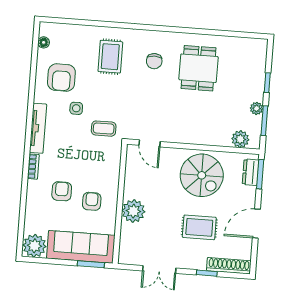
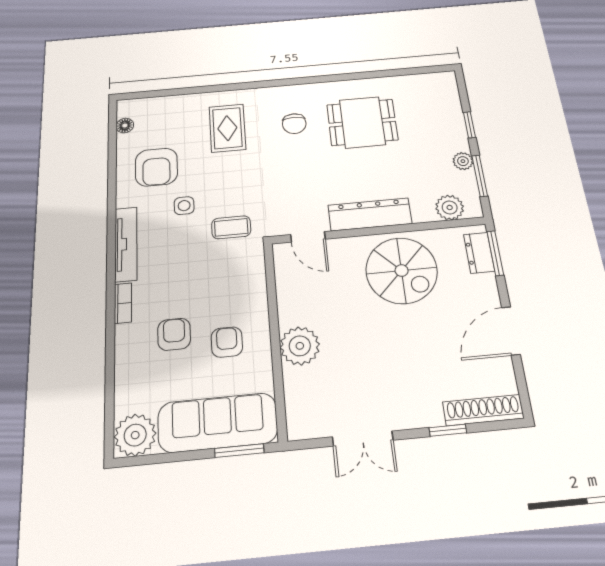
dining table: (199, 68) -> (362, 122), turned 90
dresser: (190, 135) -> (370, 214), added
rug: (199, 227) -> (417, 354), removed

